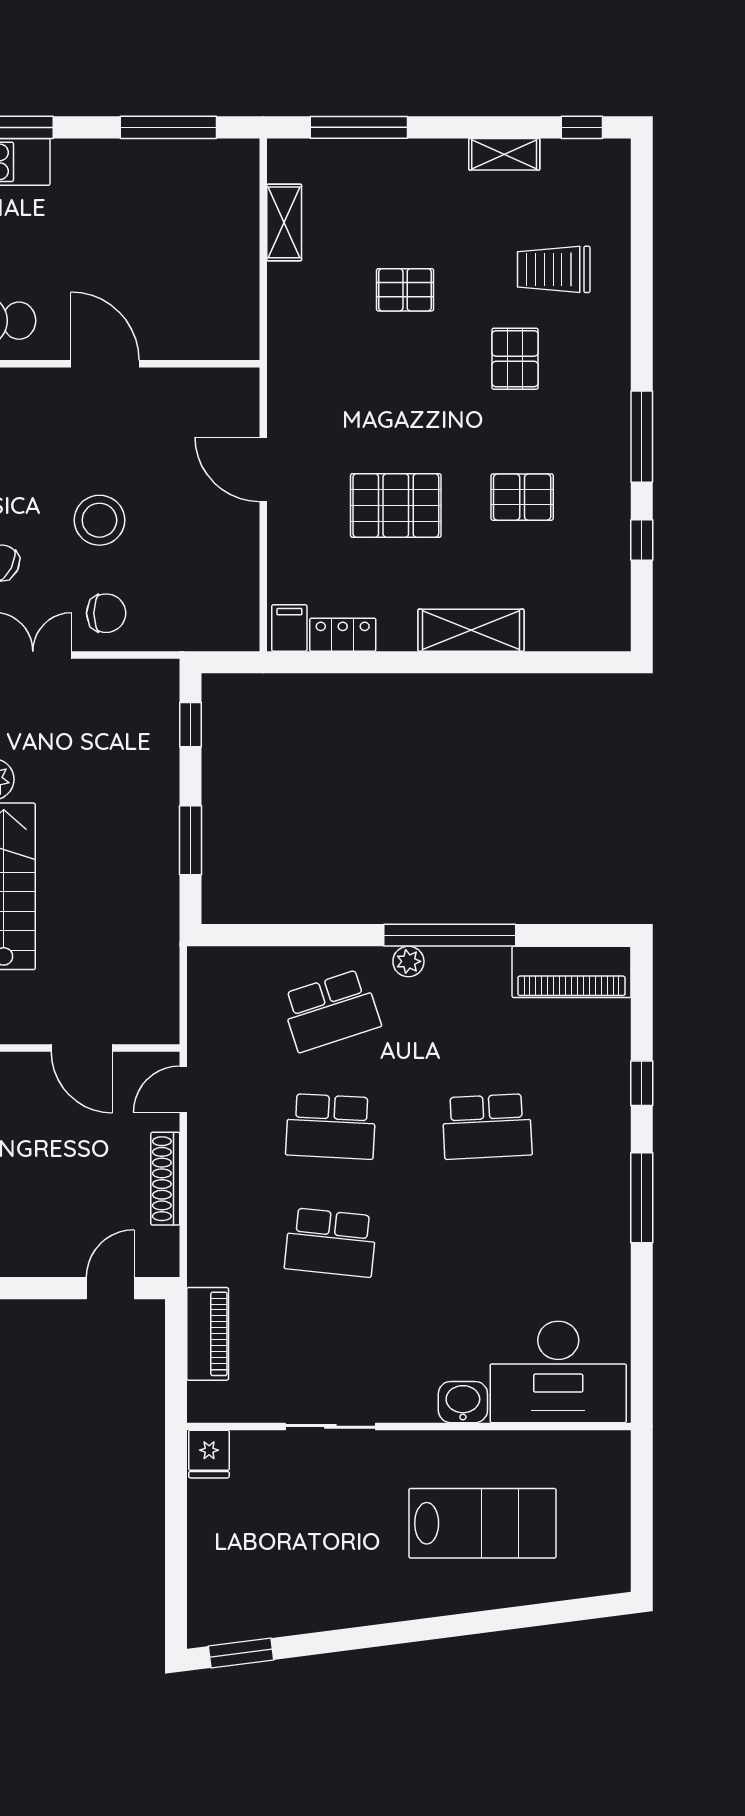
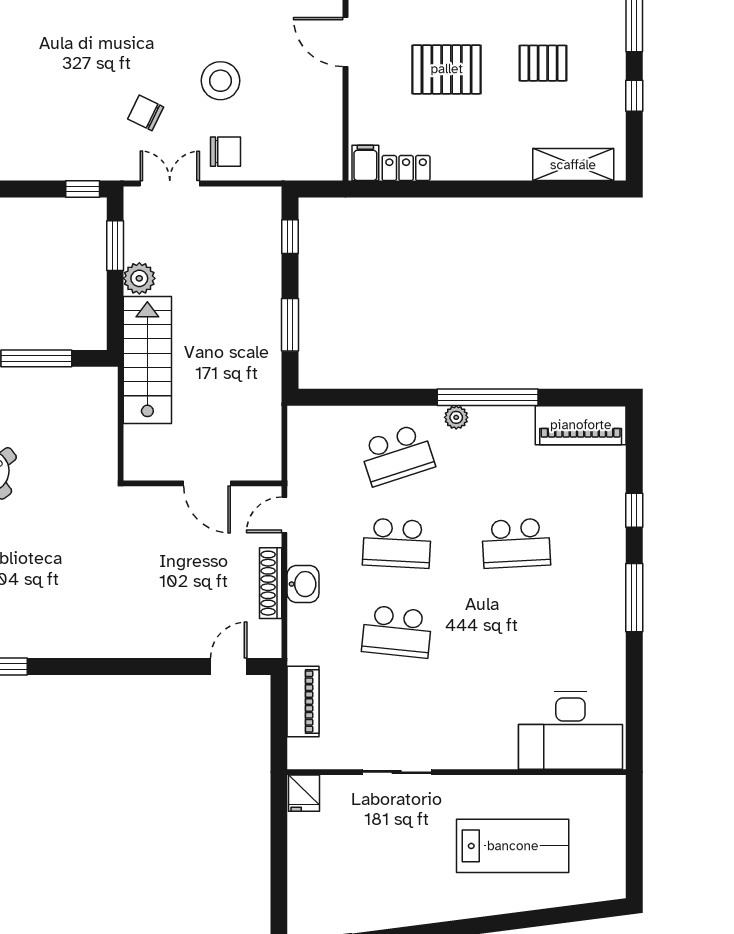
shelving: (471, 630) -> (573, 165), moved
washbasin: (463, 1402) -> (303, 584), moved, turned 90

